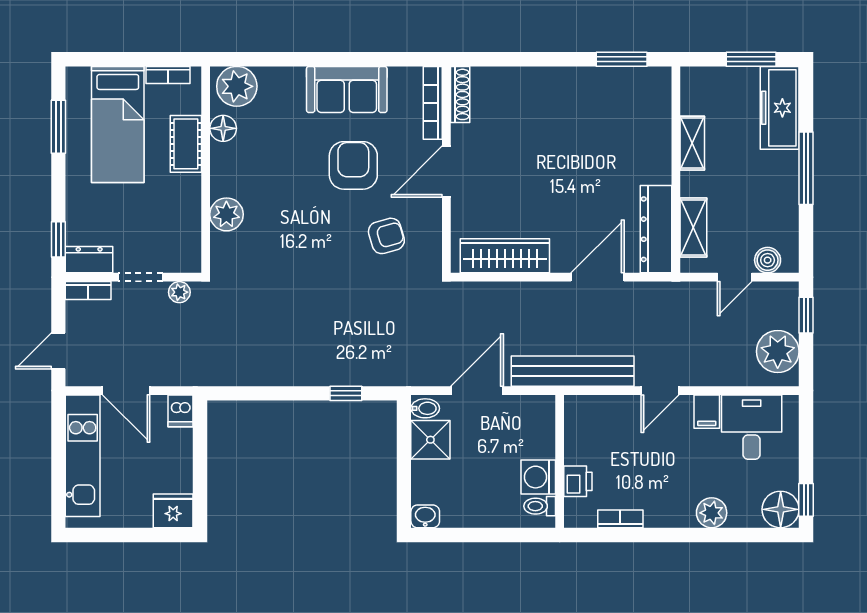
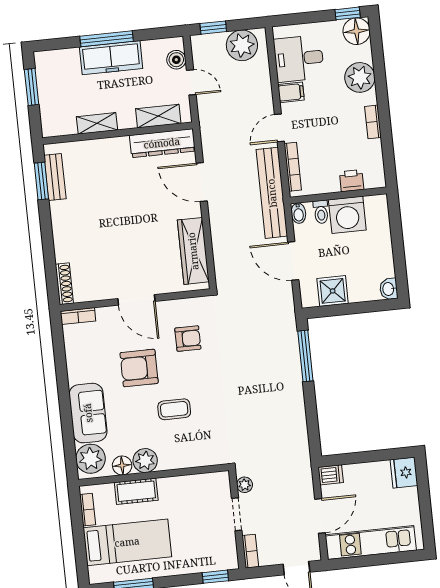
bench: (625, 78) -> (55, 177), added
sofa: (347, 89) -> (88, 413), moved
shoe rack: (460, 94) -> (64, 284), moved, turned 90
bookcase: (433, 103) -> (78, 316), width x0.64
freezer: (780, 108) -> (111, 58), moved
coffee table: (292, 207) -> (174, 409), added
plant: (226, 214) -> (145, 461), moved
armchair: (386, 236) -> (188, 339), turned 106
dresser: (89, 260) -> (228, 553), removed
door: (660, 391) -> (279, 128), swing flipped
window: (346, 393) -> (305, 356), width x2.17
bookcase: (605, 403) -> (293, 167), added
bidet: (425, 408) -> (298, 213), moved, turned 180
washing machine: (538, 477) -> (347, 215), width x1.37, depth x1.37
toilet: (540, 506) -> (321, 212), moved
plant: (712, 513) -> (360, 77), width x1.36, depth x1.36
bookcase: (620, 519) -> (373, 122), moved

